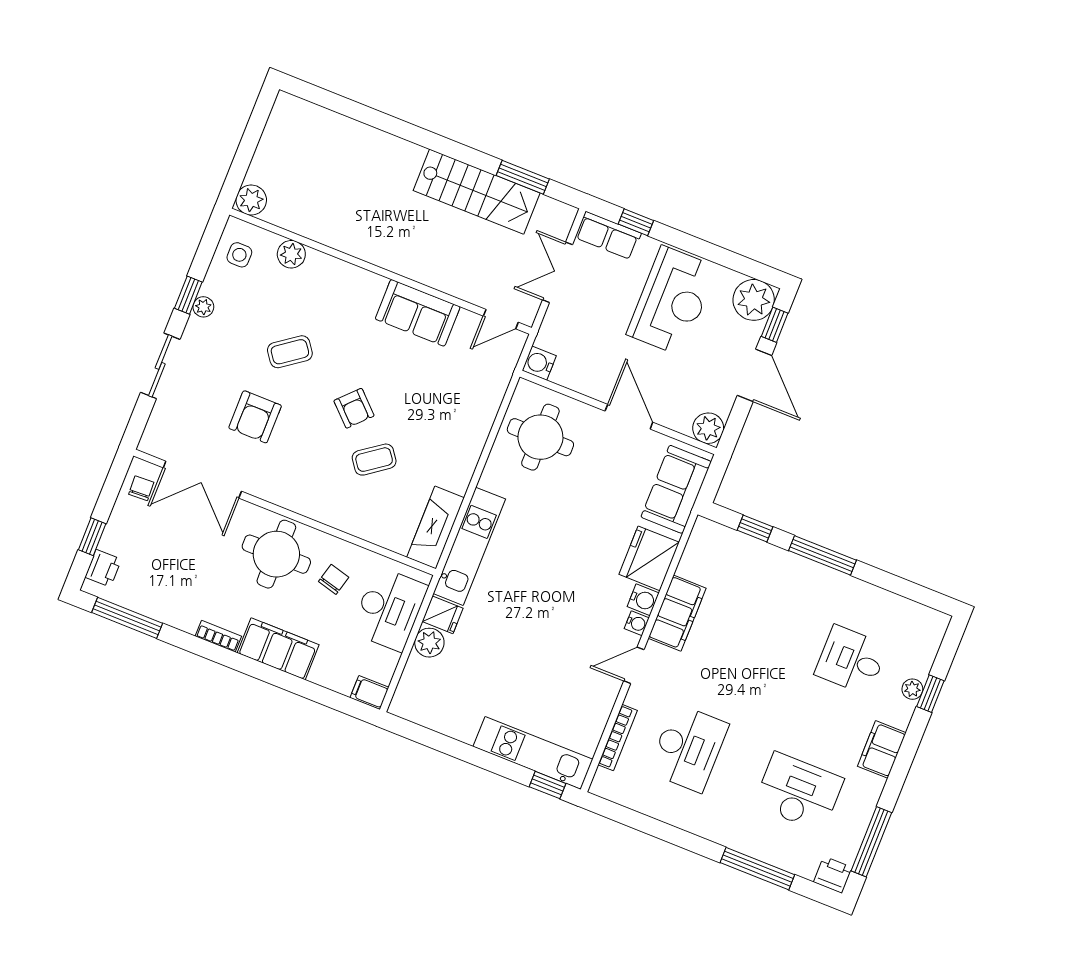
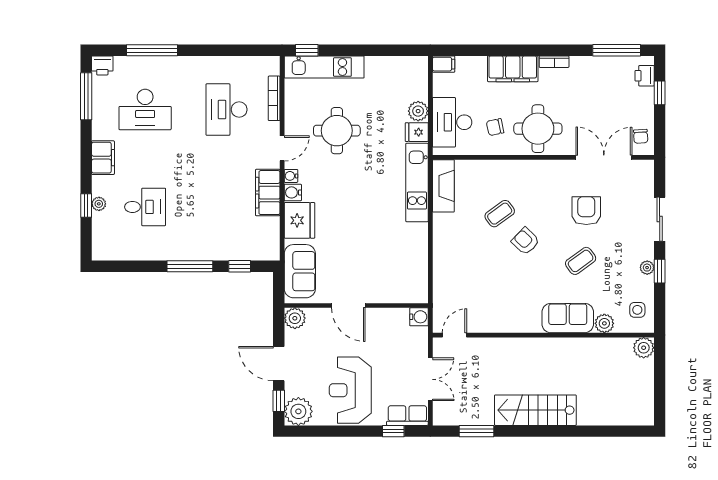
stairs: (477, 192) -> (535, 410), moved
sofa: (418, 313) -> (568, 318), moved
round table: (540, 437) -> (337, 131), moved
chair: (334, 579) -> (495, 127), turned 63

